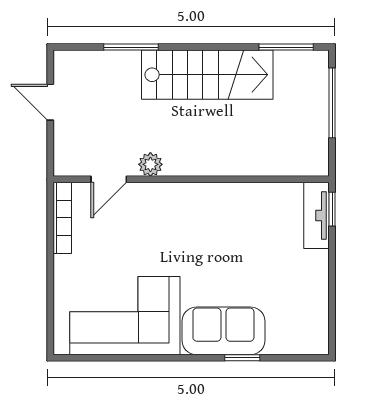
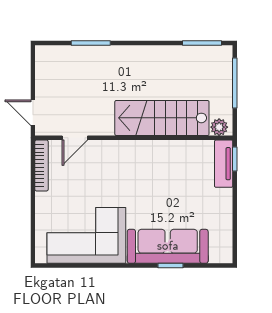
stairs: (207, 75) -> (162, 118), moved, turned 180
door: (50, 102) -> (33, 113), moved
plant: (150, 164) -> (219, 127), moved
sofa: (223, 331) -> (168, 246), width x1.36

